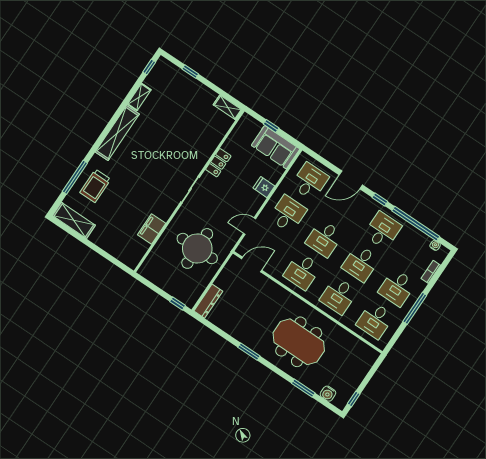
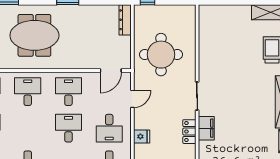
filing cabinet: (152, 229) -> (206, 128), moved
desk: (361, 263) -> (28, 128), removed

